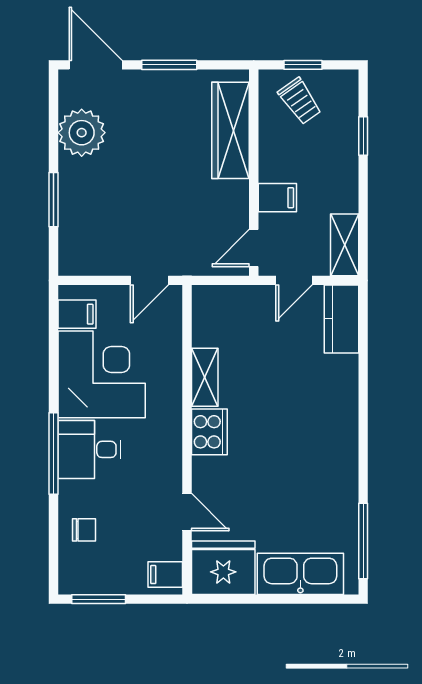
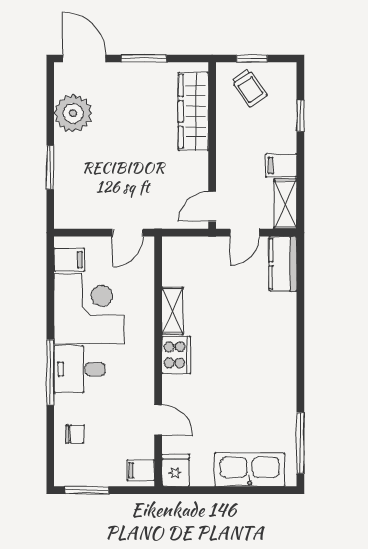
filing cabinet: (277, 198) -> (281, 165), moved, turned 180
fridge: (223, 568) -> (175, 470), width x0.53, depth x0.75

